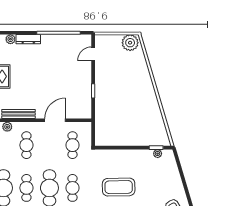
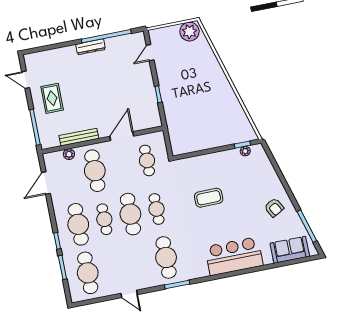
plant: (10, 39) -> (53, 54), removed
dresser: (28, 39) -> (91, 47), moved
cafe table: (26, 145) -> (95, 171), width x1.37, depth x1.35
coffee table: (119, 187) -> (209, 198), width x0.73, depth x0.76

